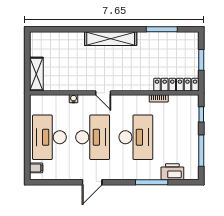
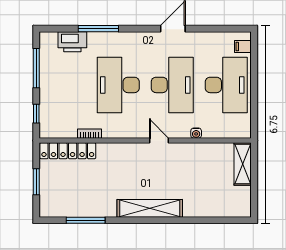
desk: (93, 137) -> (172, 85), turned 180

